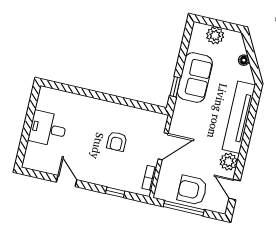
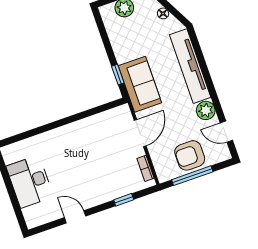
sofa: (195, 78) -> (140, 84), moved
desk: (48, 129) -> (30, 182), width x1.37
armchair: (117, 141) -> (97, 155), removed

